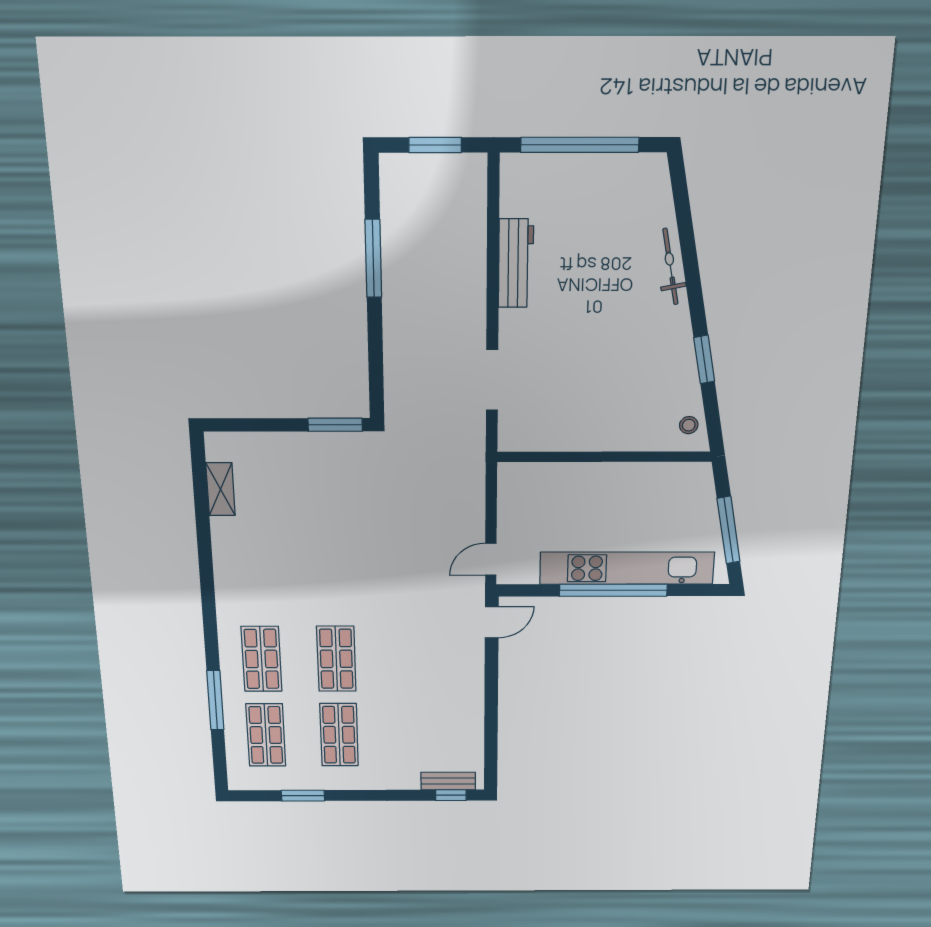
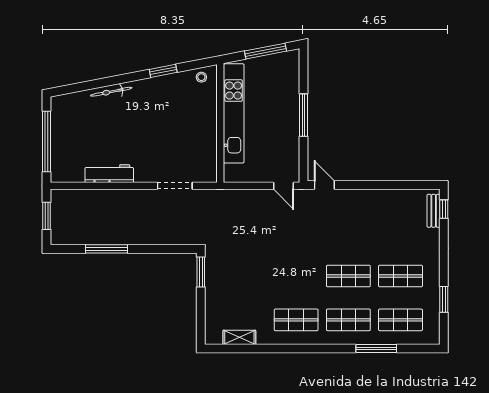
kitchen unit: (627, 568) -> (234, 113), moved, turned 180
shop shelf: (257, 580) -> (296, 320), added
window: (613, 590) -> (304, 115), width x0.68

